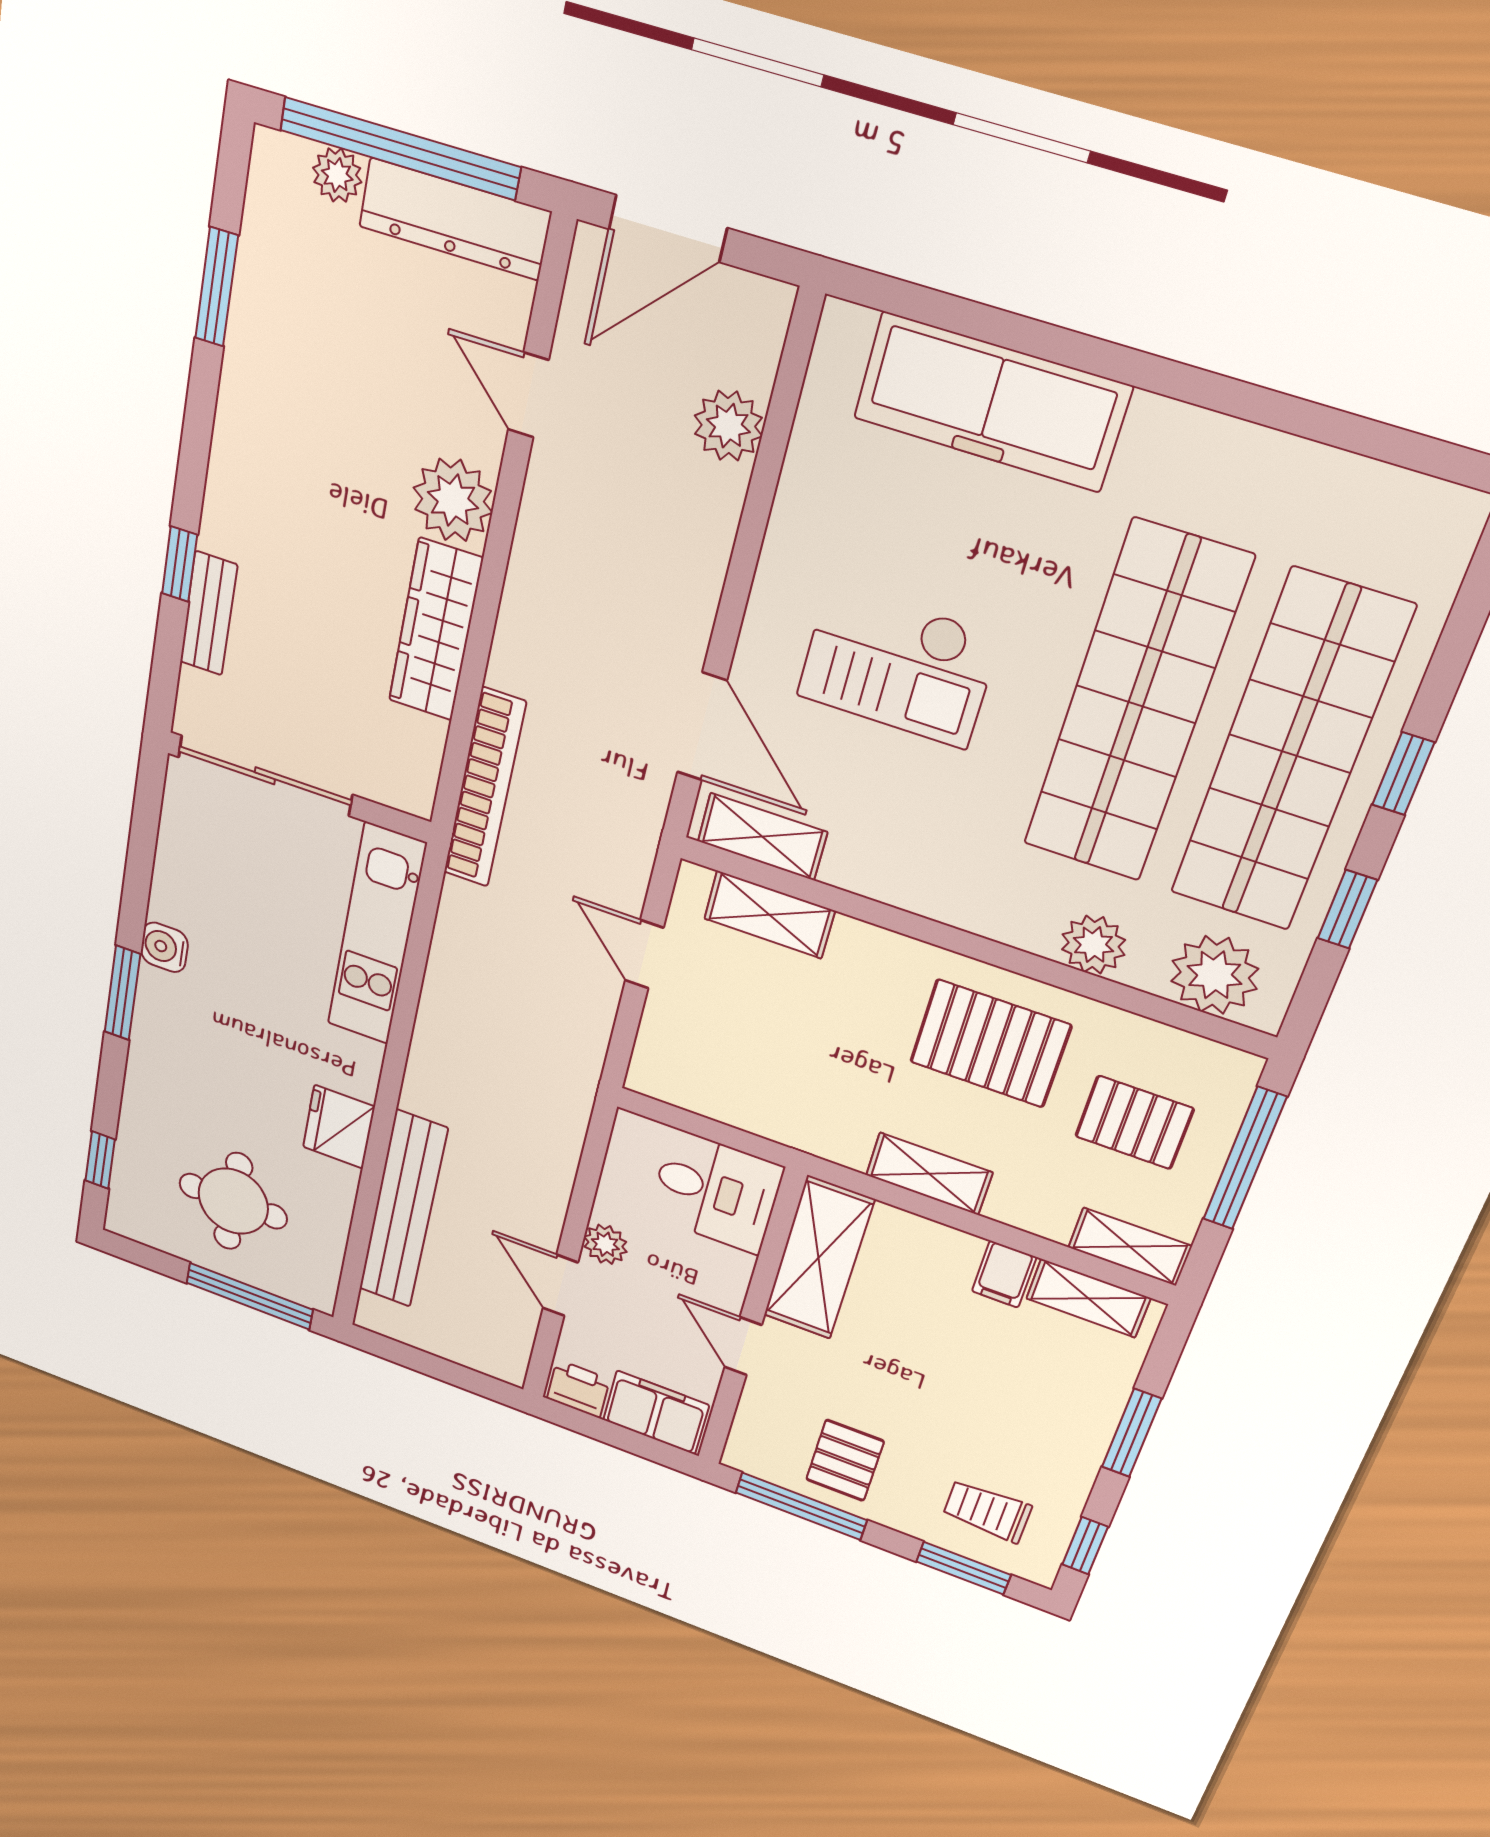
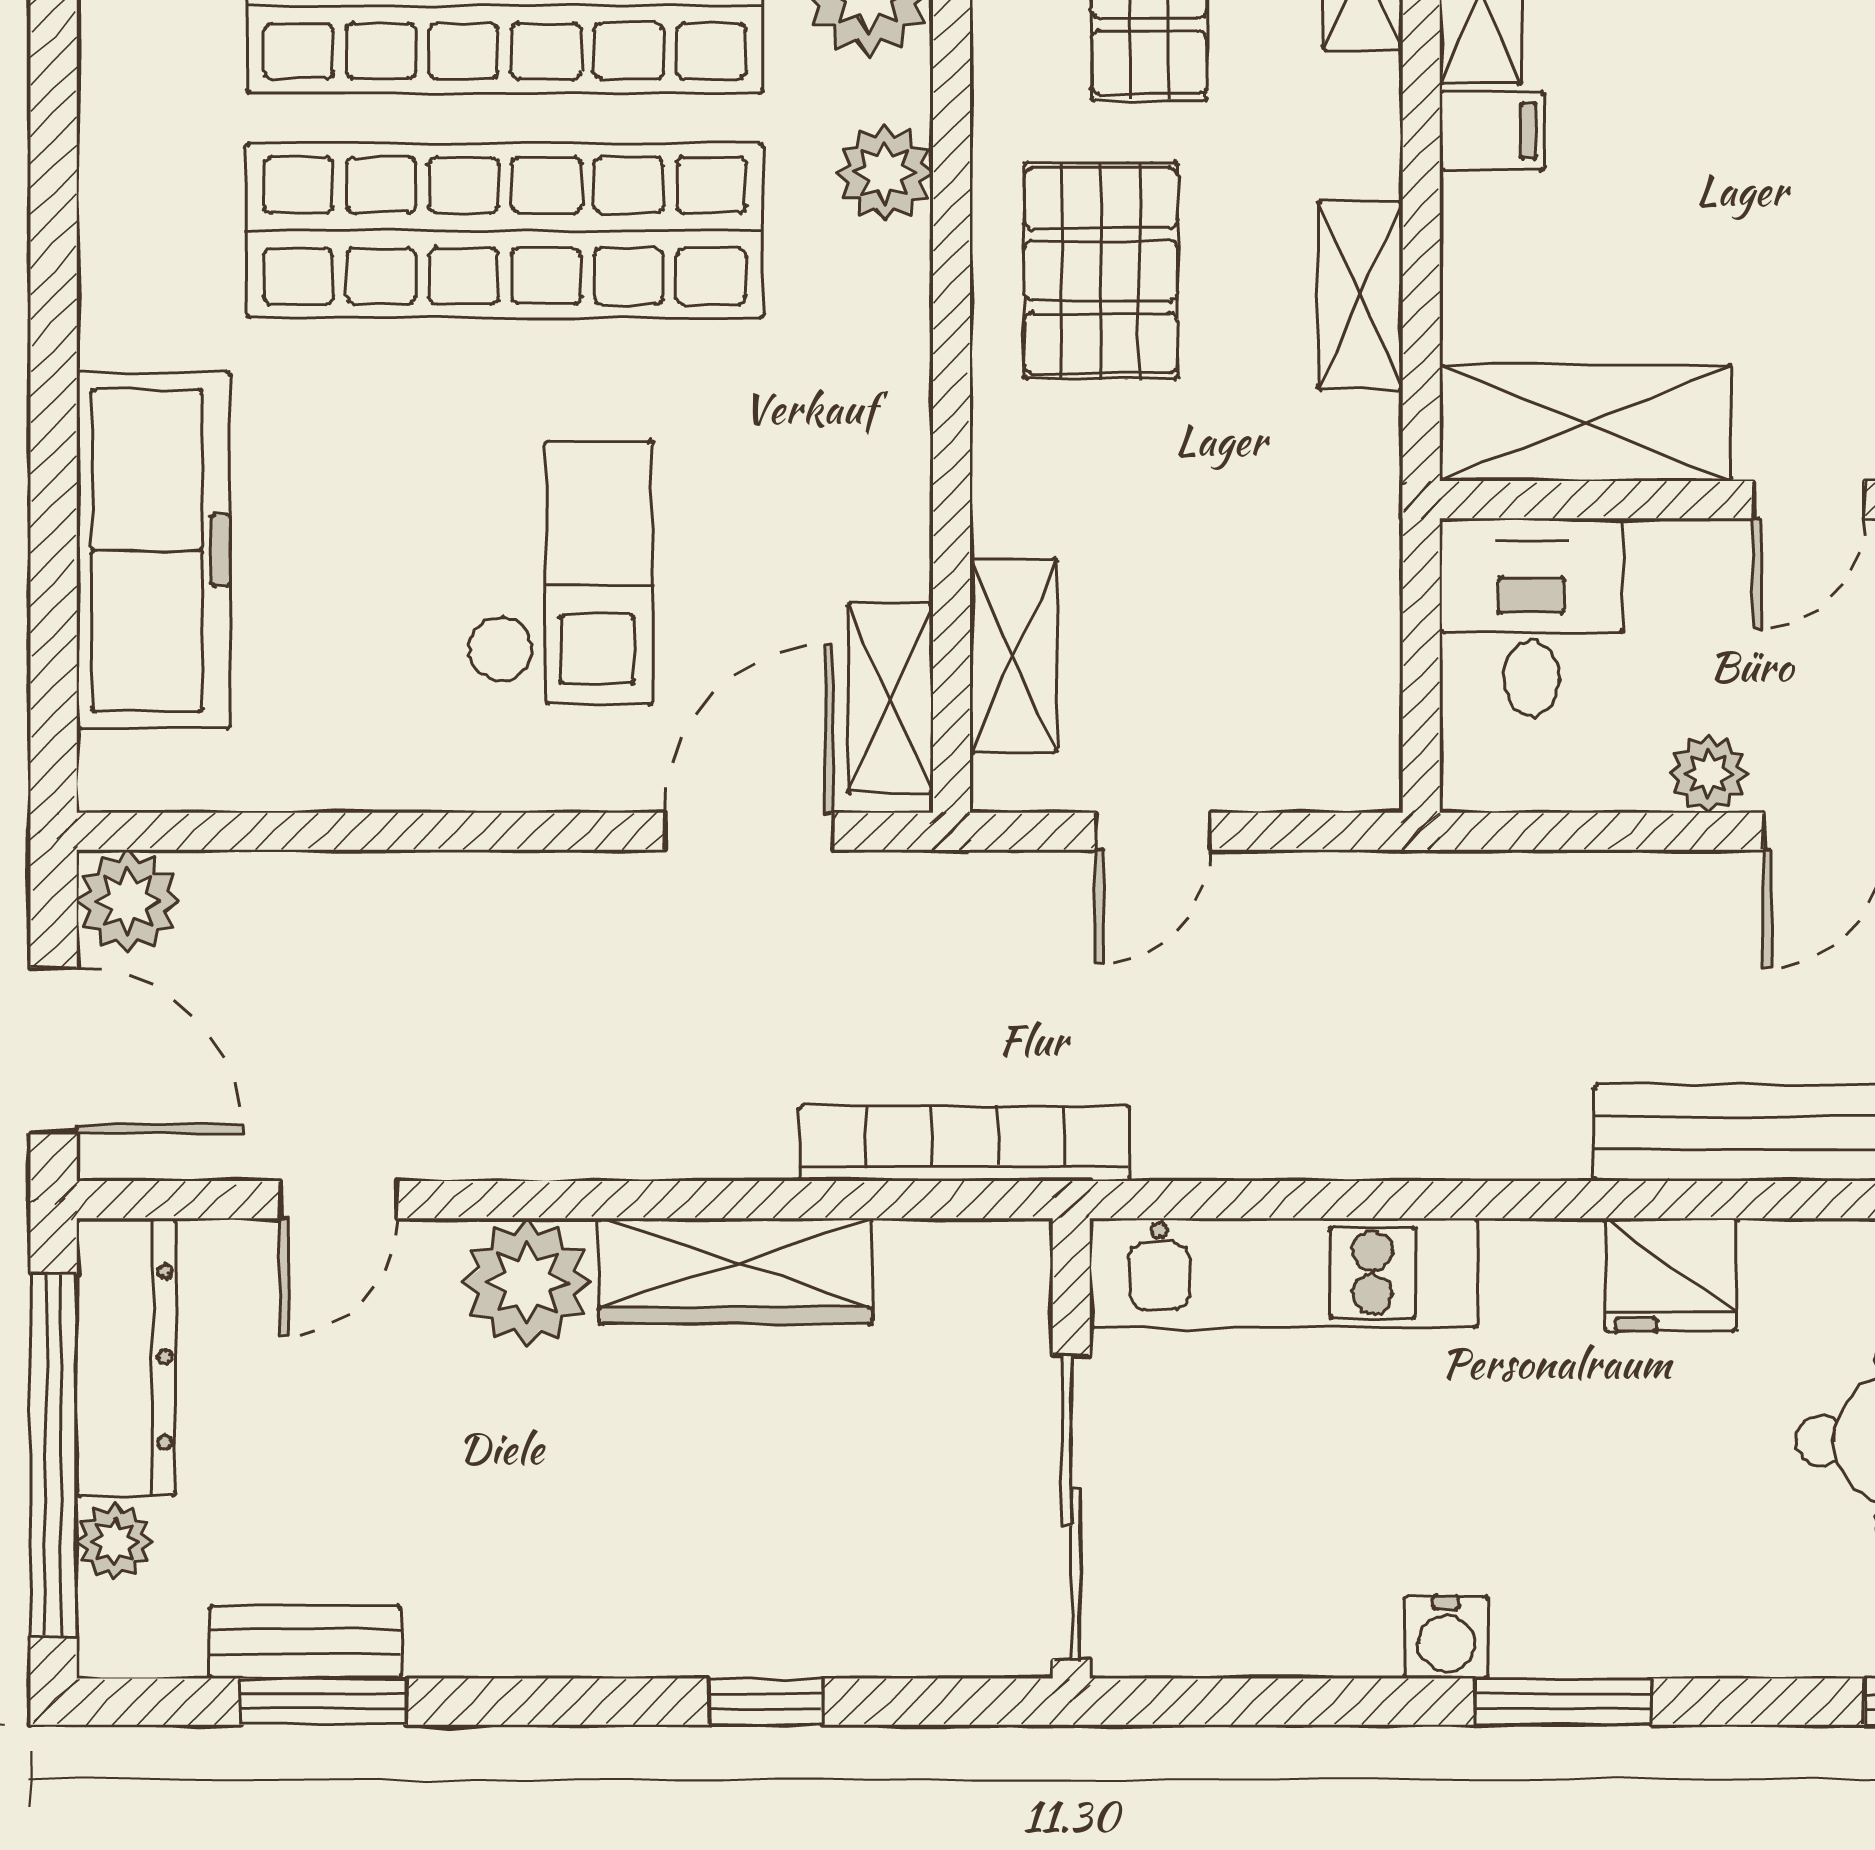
plant: (728, 426) -> (128, 901), moved
bench: (209, 613) -> (305, 1642), moved

